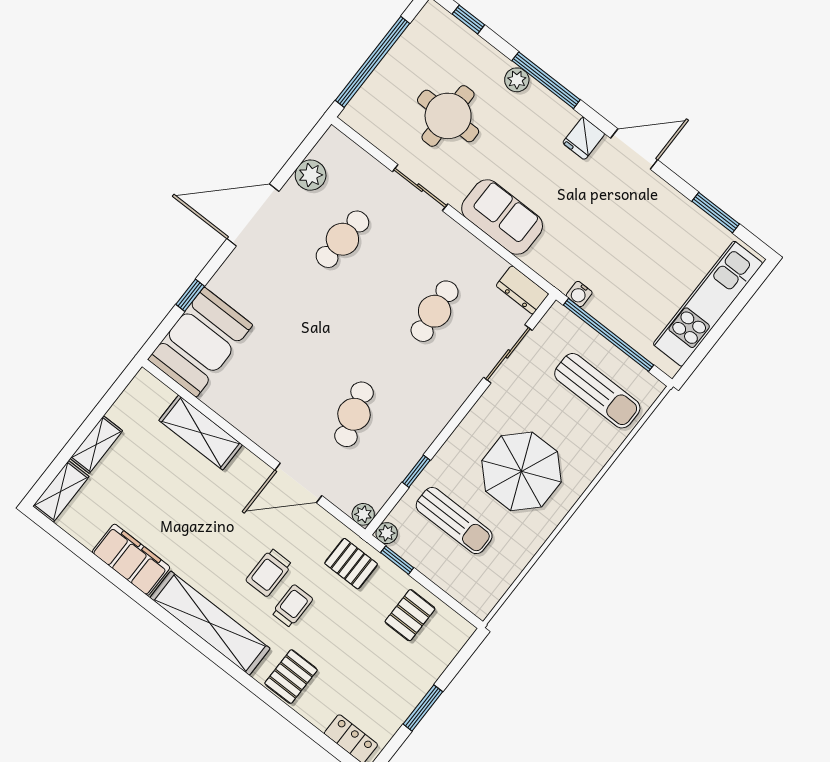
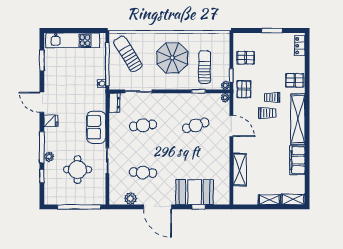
window: (468, 19) -> (42, 176), moved
booth: (200, 342) -> (194, 192), moved
sun lounger: (597, 391) -> (128, 54), turned -32

